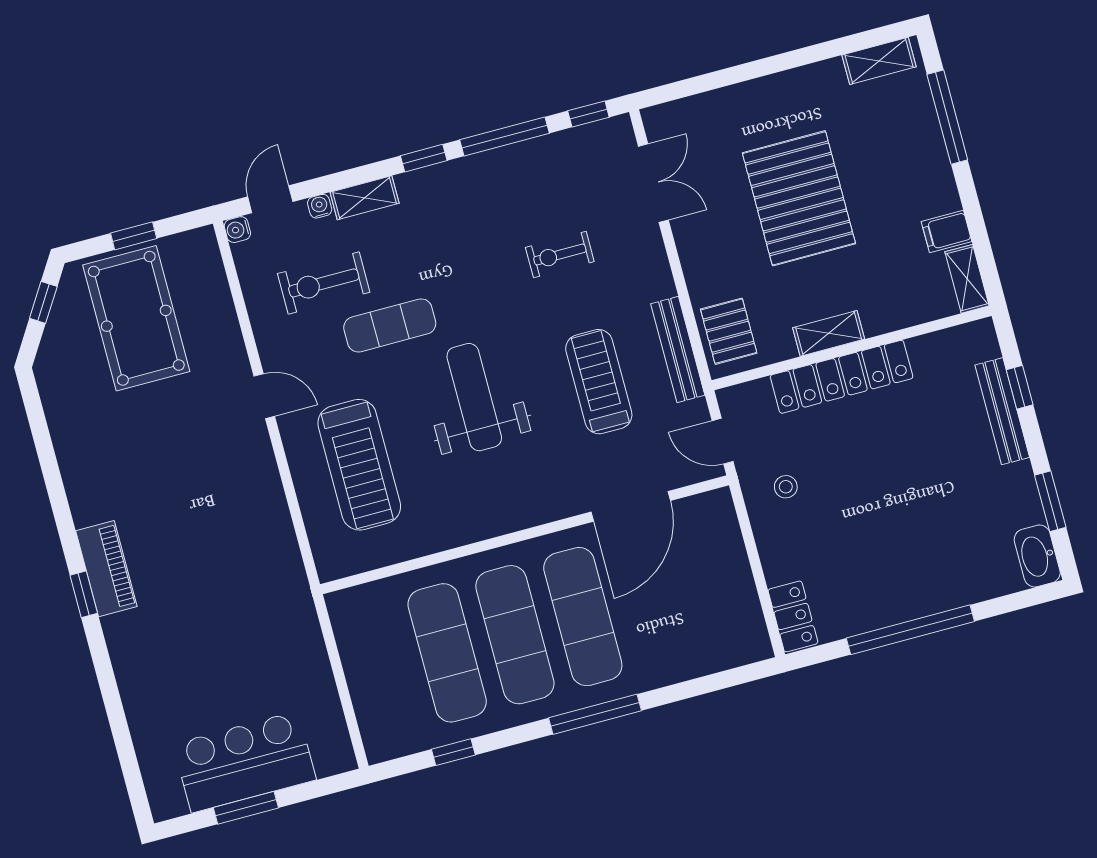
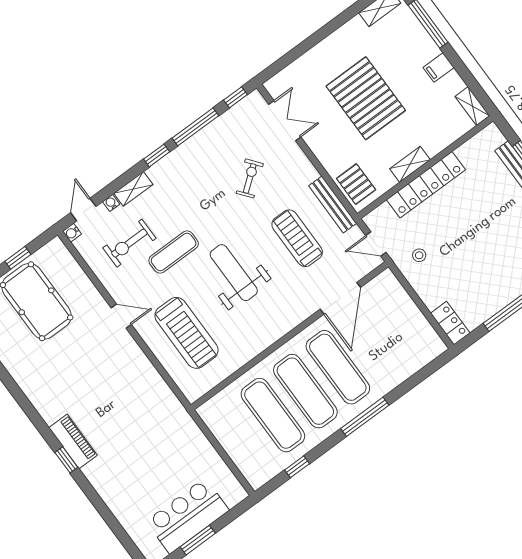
filing cabinet: (947, 231) -> (439, 67), moved
exercise bike: (560, 254) -> (250, 178), turned 142

